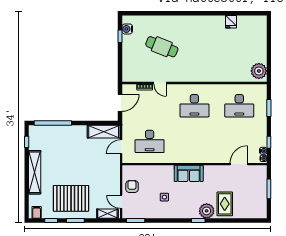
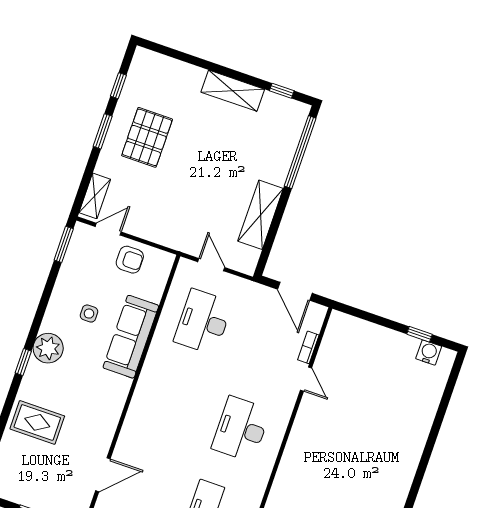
cafe table: (162, 47) -> (373, 406), removed
door: (160, 83) -> (306, 379), swing flipped
shelving: (104, 132) -> (261, 215), moved
door: (239, 164) -> (103, 475), hinge flipped
shelving: (35, 172) -> (233, 91), width x0.68
sofa: (189, 173) -> (131, 337), moved, width x1.36
pallet: (71, 198) -> (147, 137), width x0.73, depth x0.71
plant: (207, 211) -> (48, 348), moved
filing cabinet: (37, 212) -> (143, 64), removed

